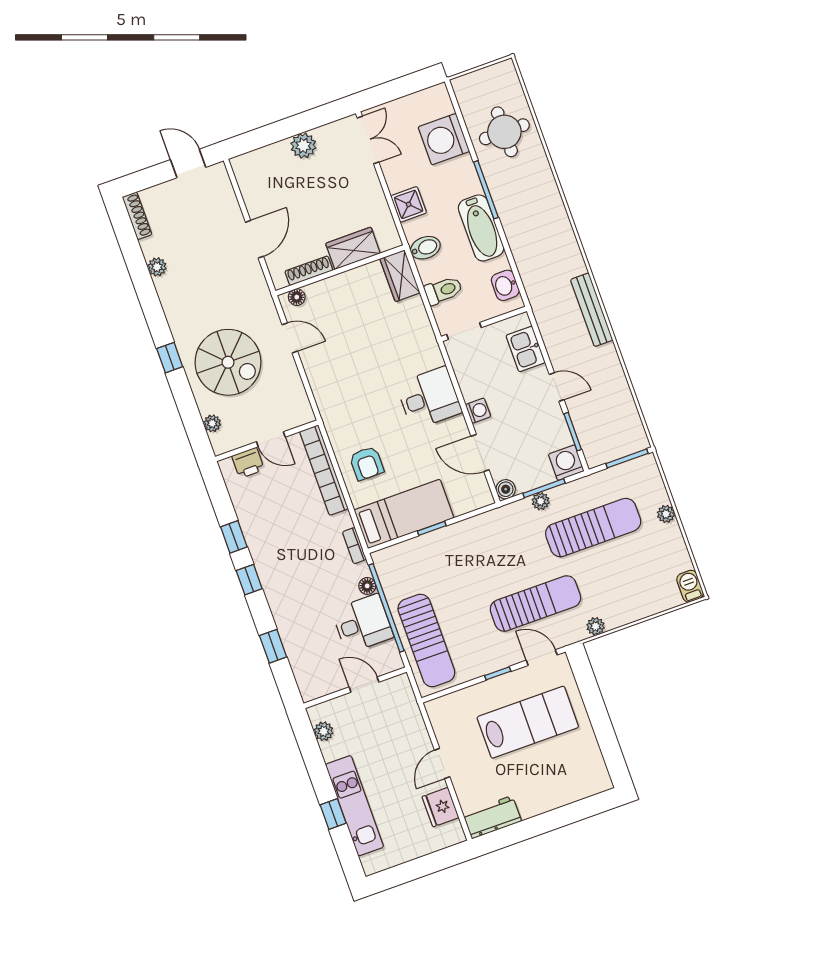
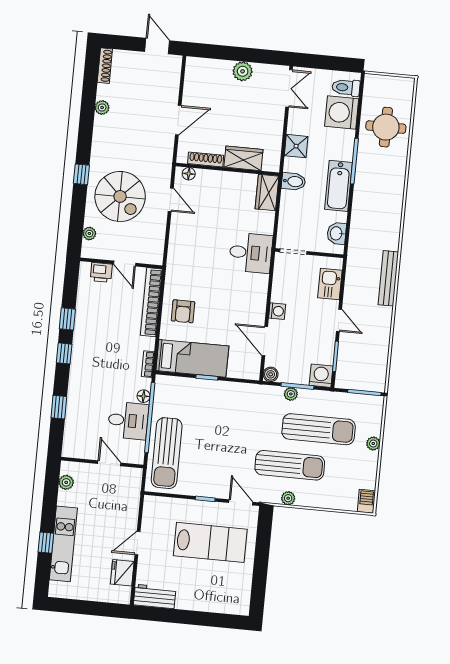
toilet: (443, 290) -> (346, 88), moved, turned 180
desk: (429, 398) -> (251, 253), moved
sun lounger: (535, 603) -> (290, 465), moved

